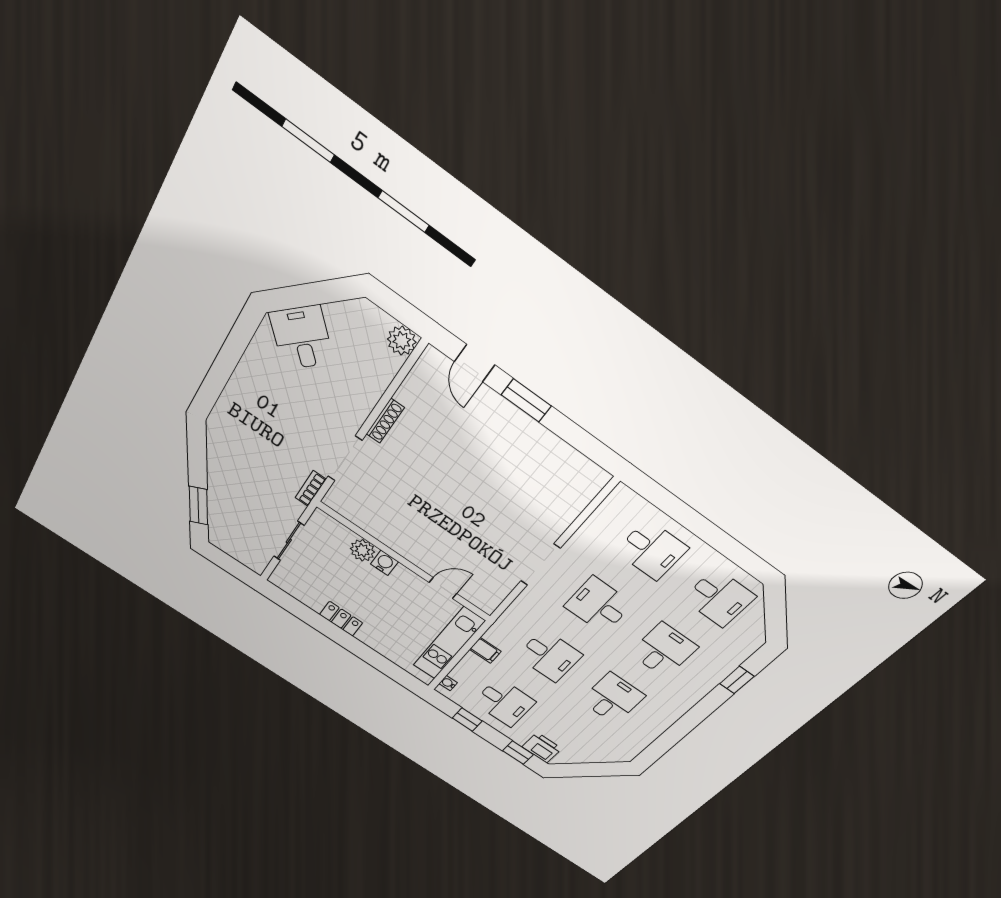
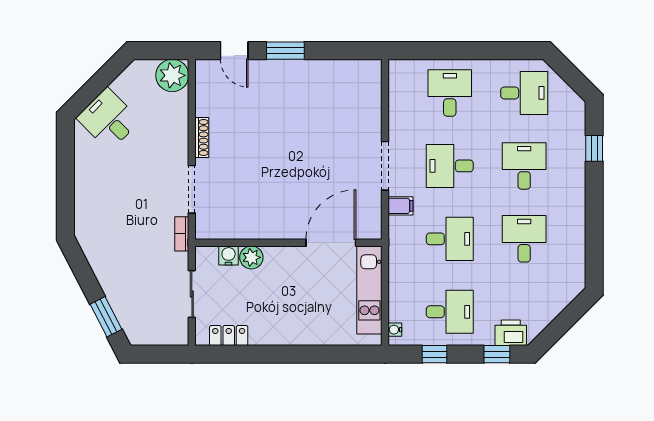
plant: (402, 341) -> (172, 75), width x1.36, depth x1.36
desk: (652, 550) -> (450, 93), turned -90
water cooler: (384, 563) -> (229, 256), moved
door: (443, 588) -> (331, 243), width x1.87
locker: (341, 619) -> (229, 336), moved
filing cabinet: (485, 650) -> (401, 206), moved

